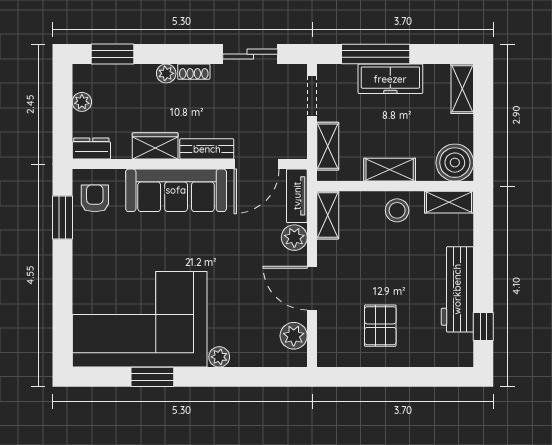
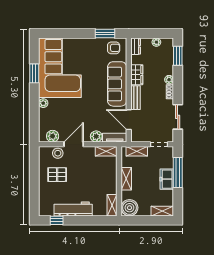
freezer: (390, 79) -> (167, 179), width x0.71
stool: (397, 210) -> (58, 153), moved

